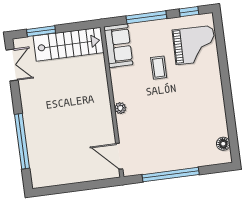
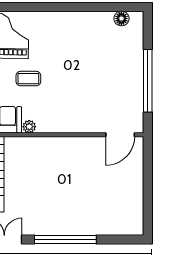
plant: (120, 108) -> (29, 127), moved
window: (22, 141) -> (65, 240), moved

